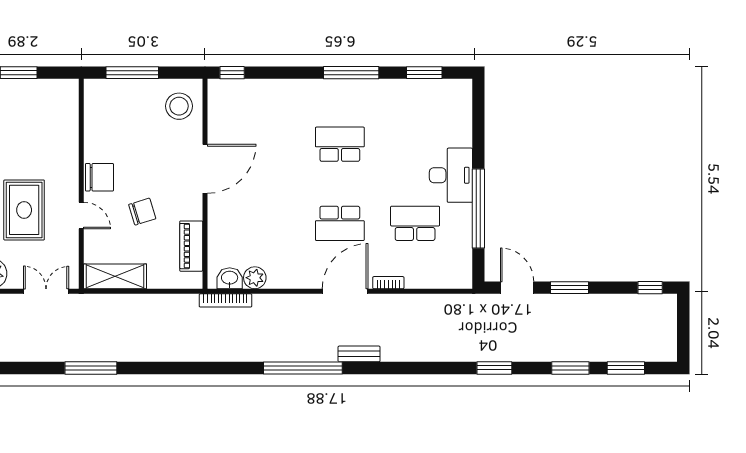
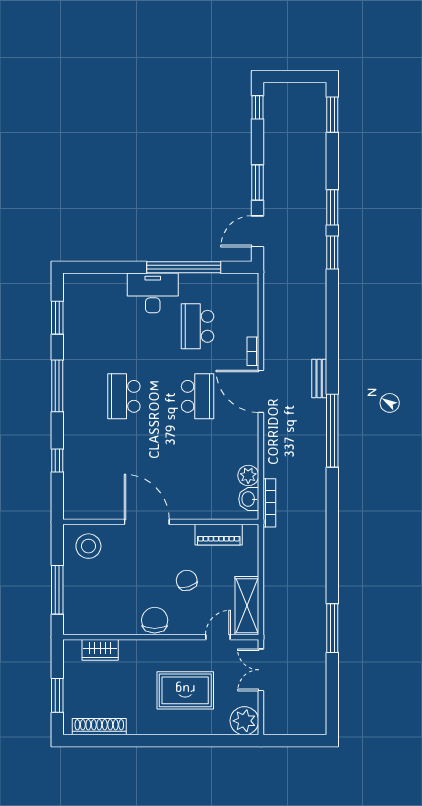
window: (232, 73) -> (57, 460), moved
wardrobe: (68, 119) -> (100, 650), added
door: (81, 216) -> (218, 637), moved
window: (570, 368) -> (332, 207), moved
window: (626, 368) -> (332, 115), moved

